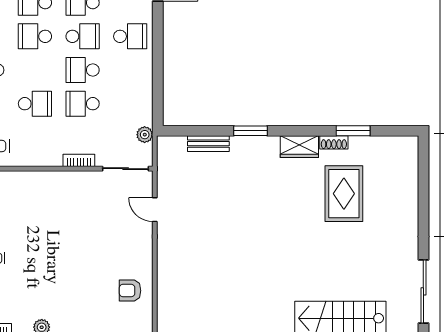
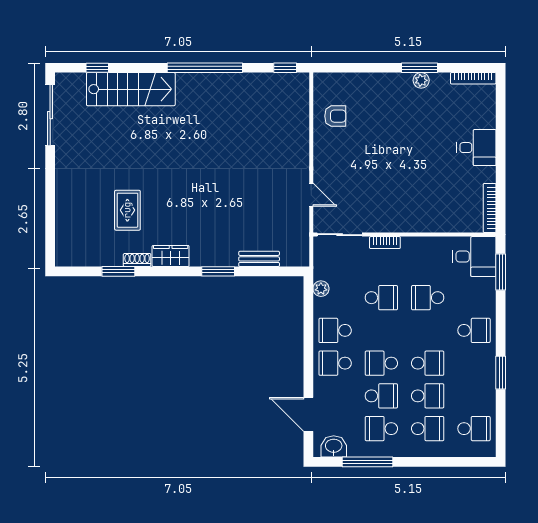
school desk: (83, 70) -> (335, 330), moved, turned 180
plant: (145, 135) -> (321, 289), moved
rug: (344, 194) -> (127, 210), width x0.73, depth x0.70

